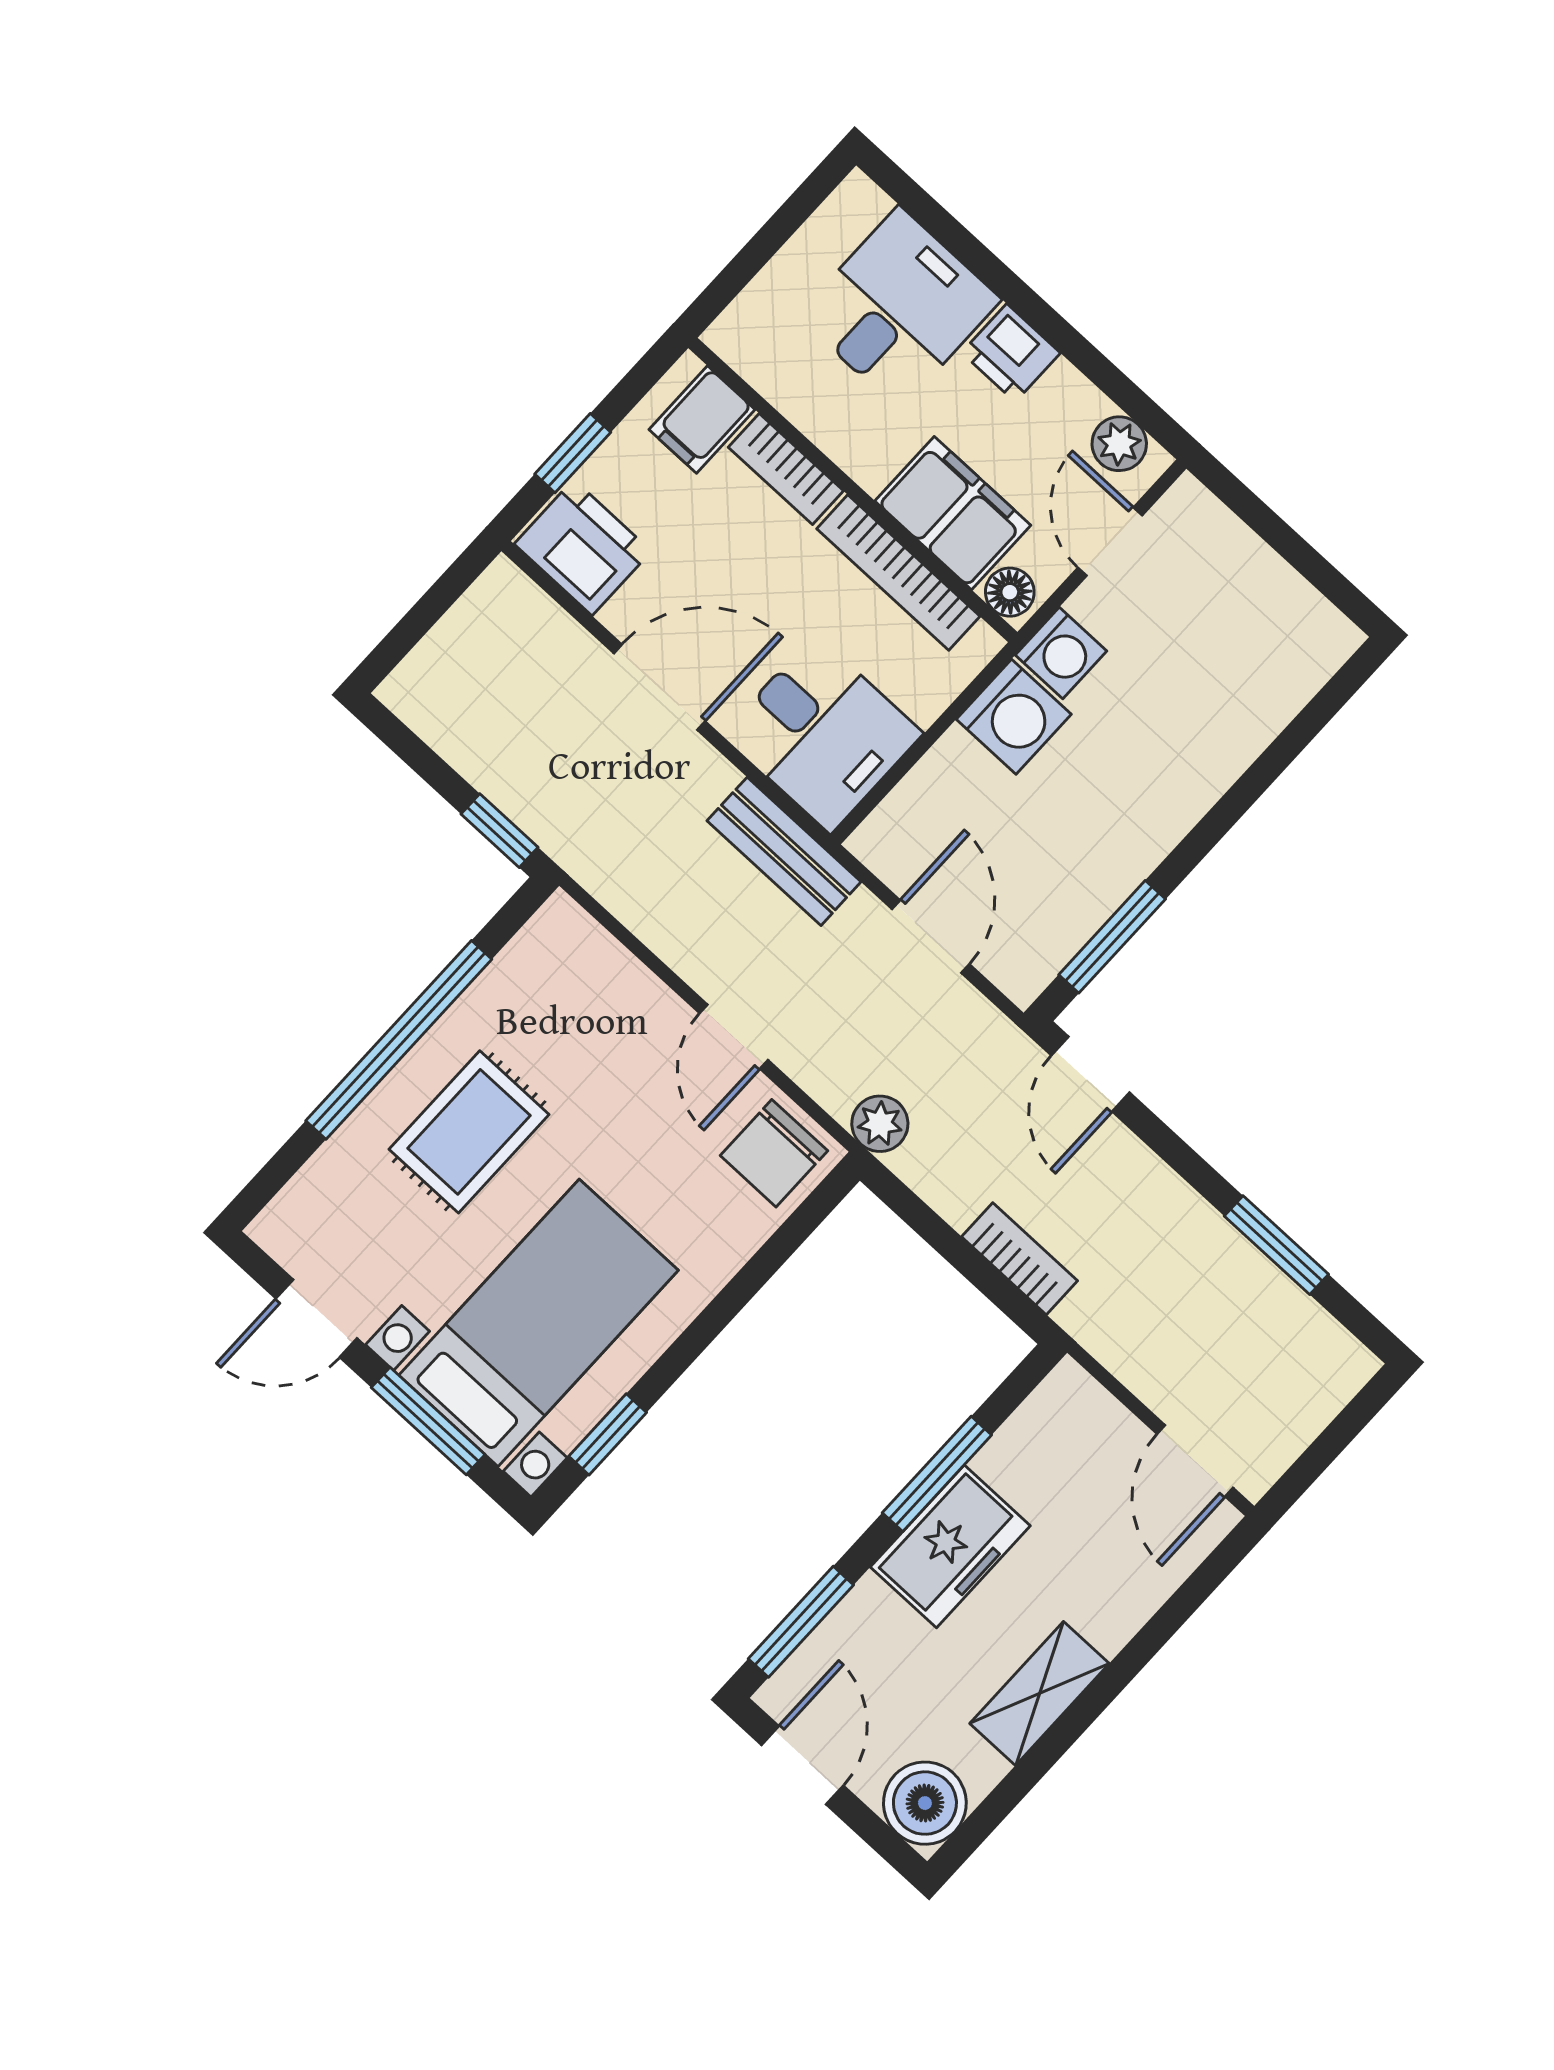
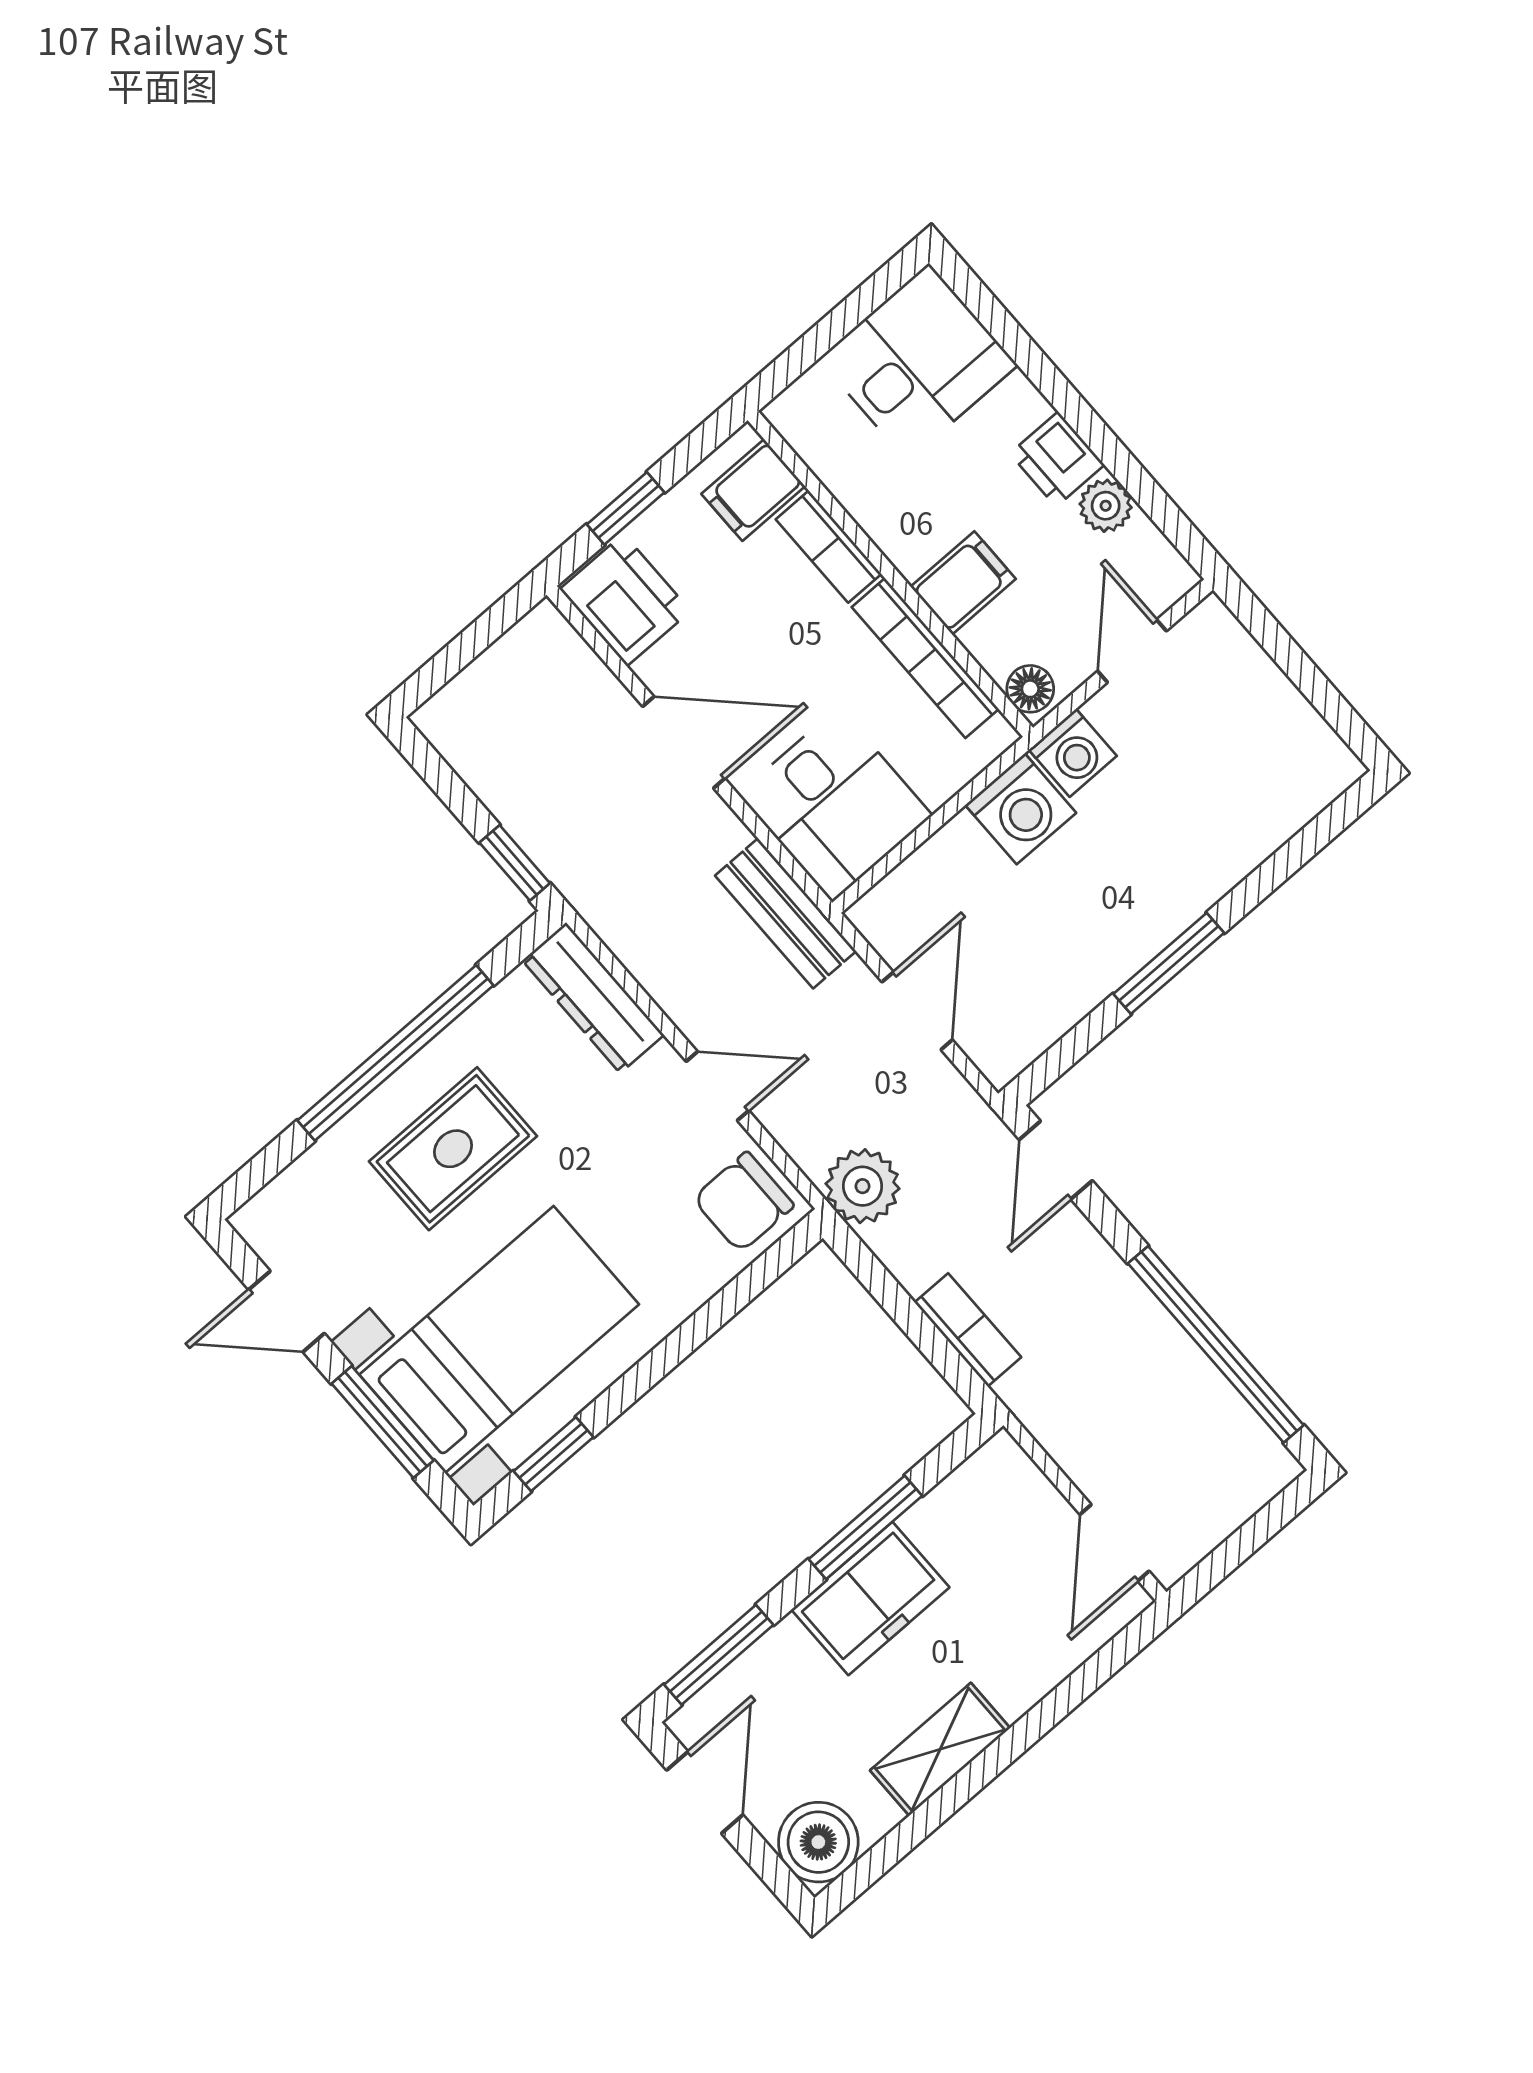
desk: (899, 308) -> (918, 362), moved
plant: (1119, 444) -> (1106, 506), moved
filing cabinet: (953, 513) -> (963, 583), width x0.50
window: (1112, 937) -> (1169, 963), moved
dresser: (596, 960) -> (593, 998), added
door: (734, 1037) -> (717, 1086), swing flipped
plant: (880, 1124) -> (863, 1186), width x1.38, depth x1.38
window: (1276, 1245) -> (1216, 1344), width x2.11

